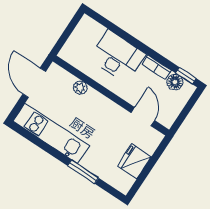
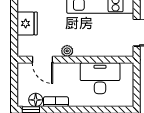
desk: (117, 56) -> (100, 78), moved, turned 180
plant: (80, 88) -> (67, 51), moved

